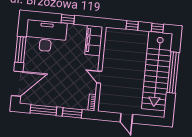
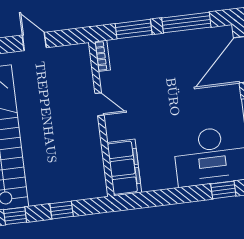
window: (68, 19) -> (223, 190), moved

